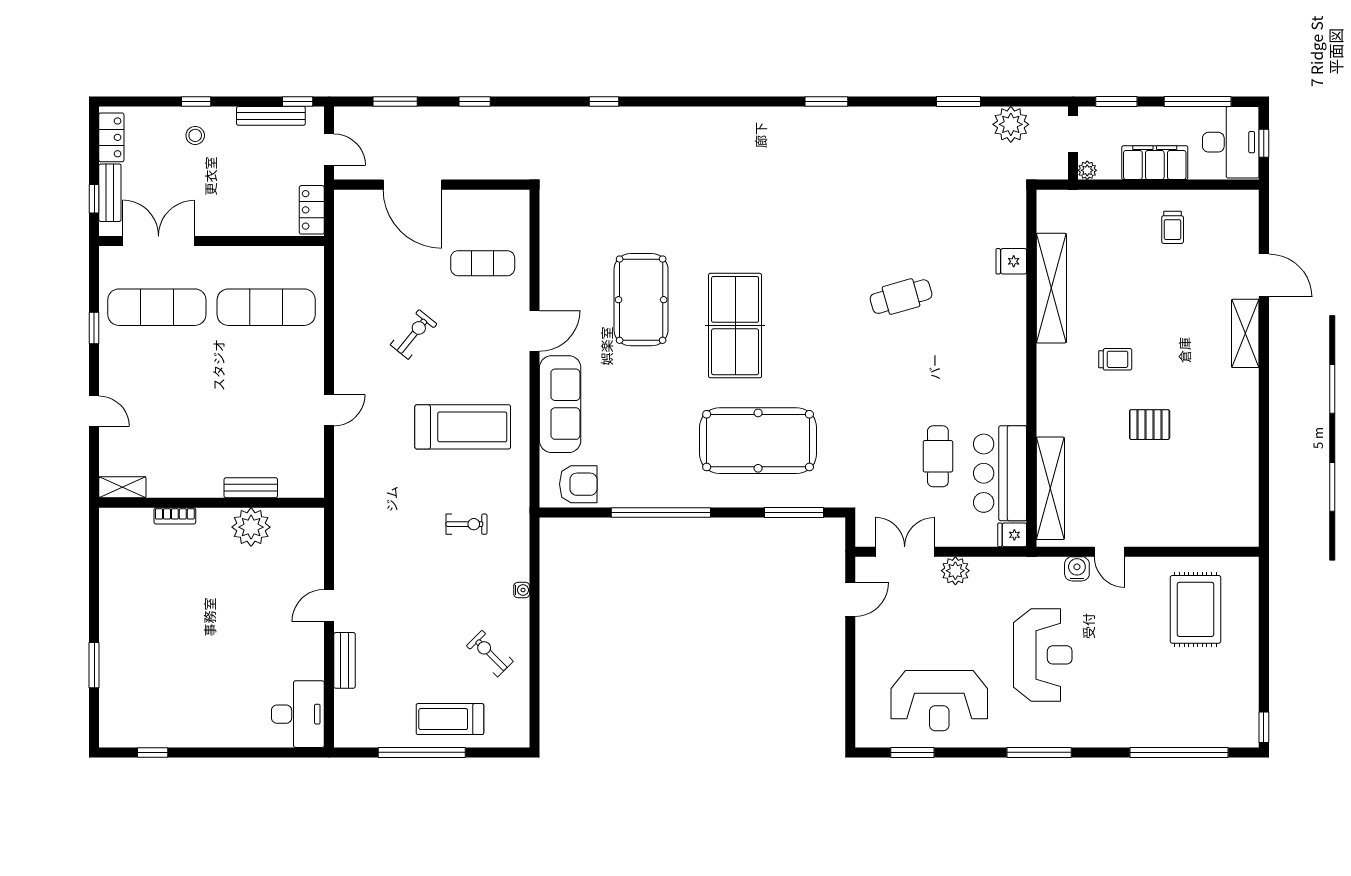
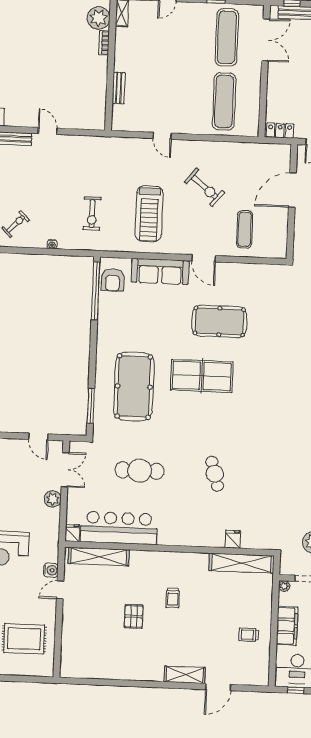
shelving: (1051, 288) -> (242, 563), moved
exercise bike: (414, 334) -> (205, 187), width x1.38, depth x1.39
cafe table: (938, 456) -> (140, 471), moved, width x1.37, depth x1.35
bar counter: (1000, 473) -> (119, 528), width x1.36
window: (661, 513) -> (96, 291), moved
exercise bike: (466, 524) -> (92, 214), width x1.38, depth x1.39
plant: (251, 527) -> (99, 18), moved

